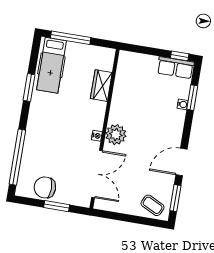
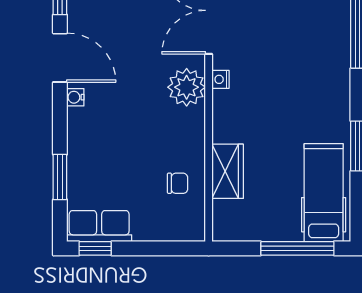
chair: (129, 84) -> (178, 183), added
water cooler: (183, 104) -> (75, 97), moved
door: (181, 162) -> (60, 58), hinge flipped

